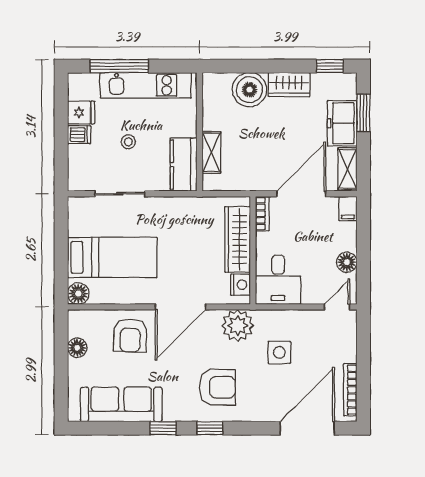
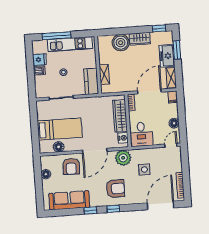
floor lamp: (78, 294) -> (59, 147), moved

